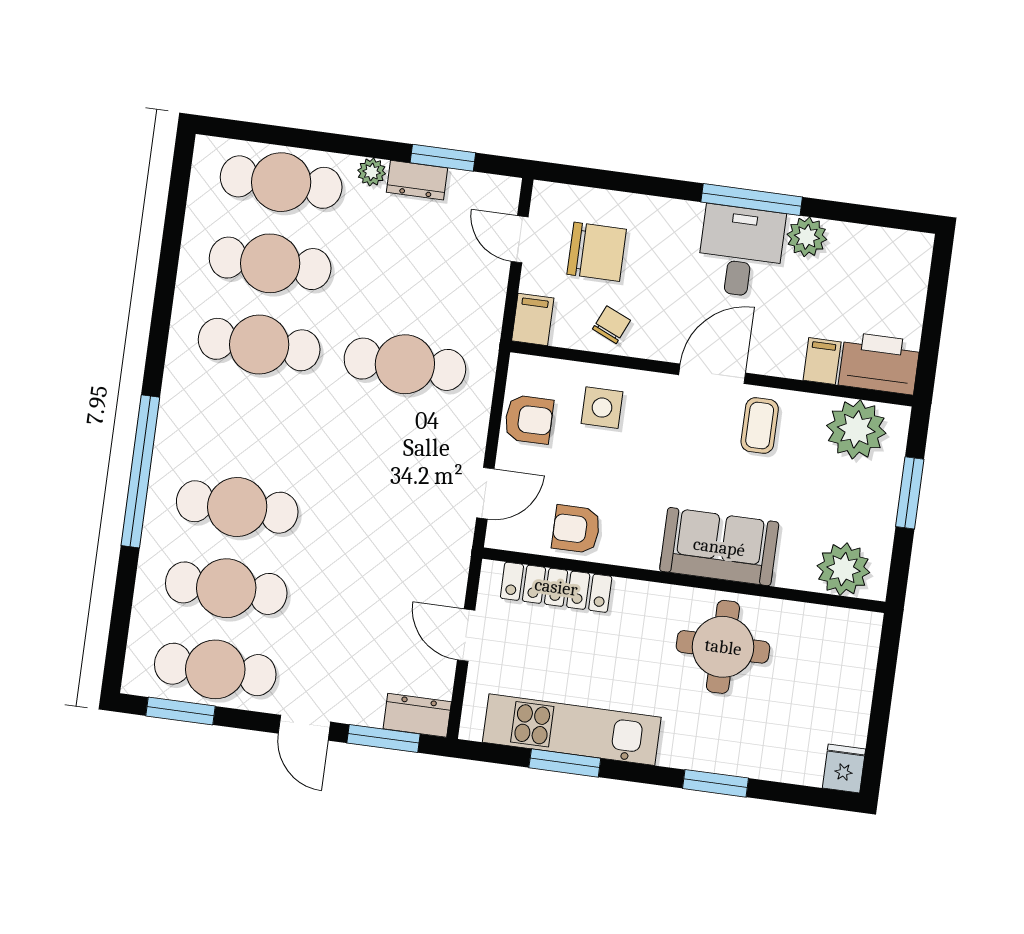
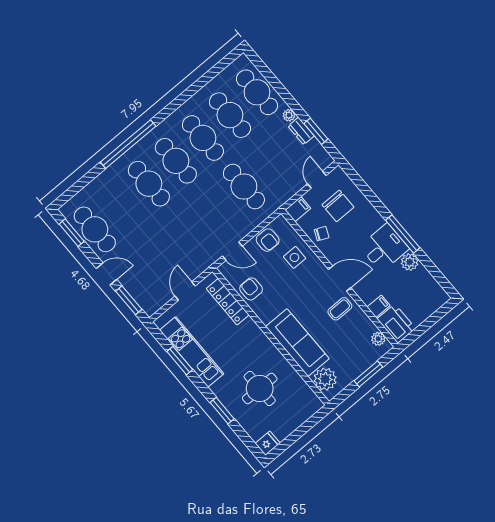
plant: (856, 429) -> (378, 339), width x0.53, depth x0.53
sofa: (719, 547) -> (297, 343), width x1.36
cafe table: (226, 588) -> (176, 161), moved
round table: (723, 647) -> (260, 388), moved
dresser: (417, 715) -> (146, 303), removed
door: (304, 728) -> (106, 274), swing flipped

